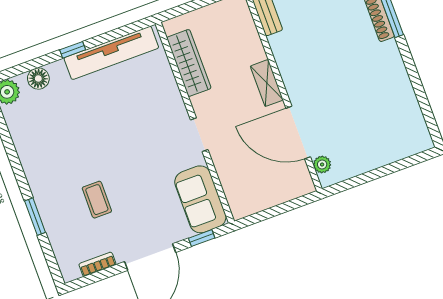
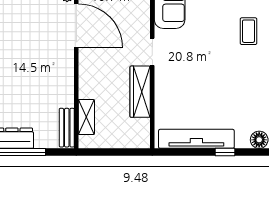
wardrobe: (189, 63) -> (140, 92), moved
shelving: (267, 83) -> (86, 117), moved

